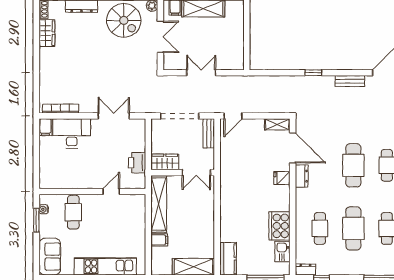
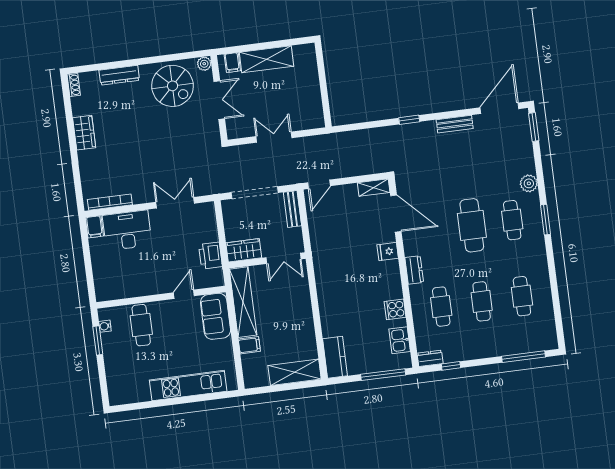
wardrobe: (47, 33) -> (84, 133), moved
dresser: (302, 176) -> (414, 270), moved
cooker: (279, 226) -> (395, 309), width x0.53, depth x0.76
cafe table: (353, 228) -> (482, 301), width x0.73, depth x0.74
sofa: (50, 257) -> (216, 316), moved, turned 180

